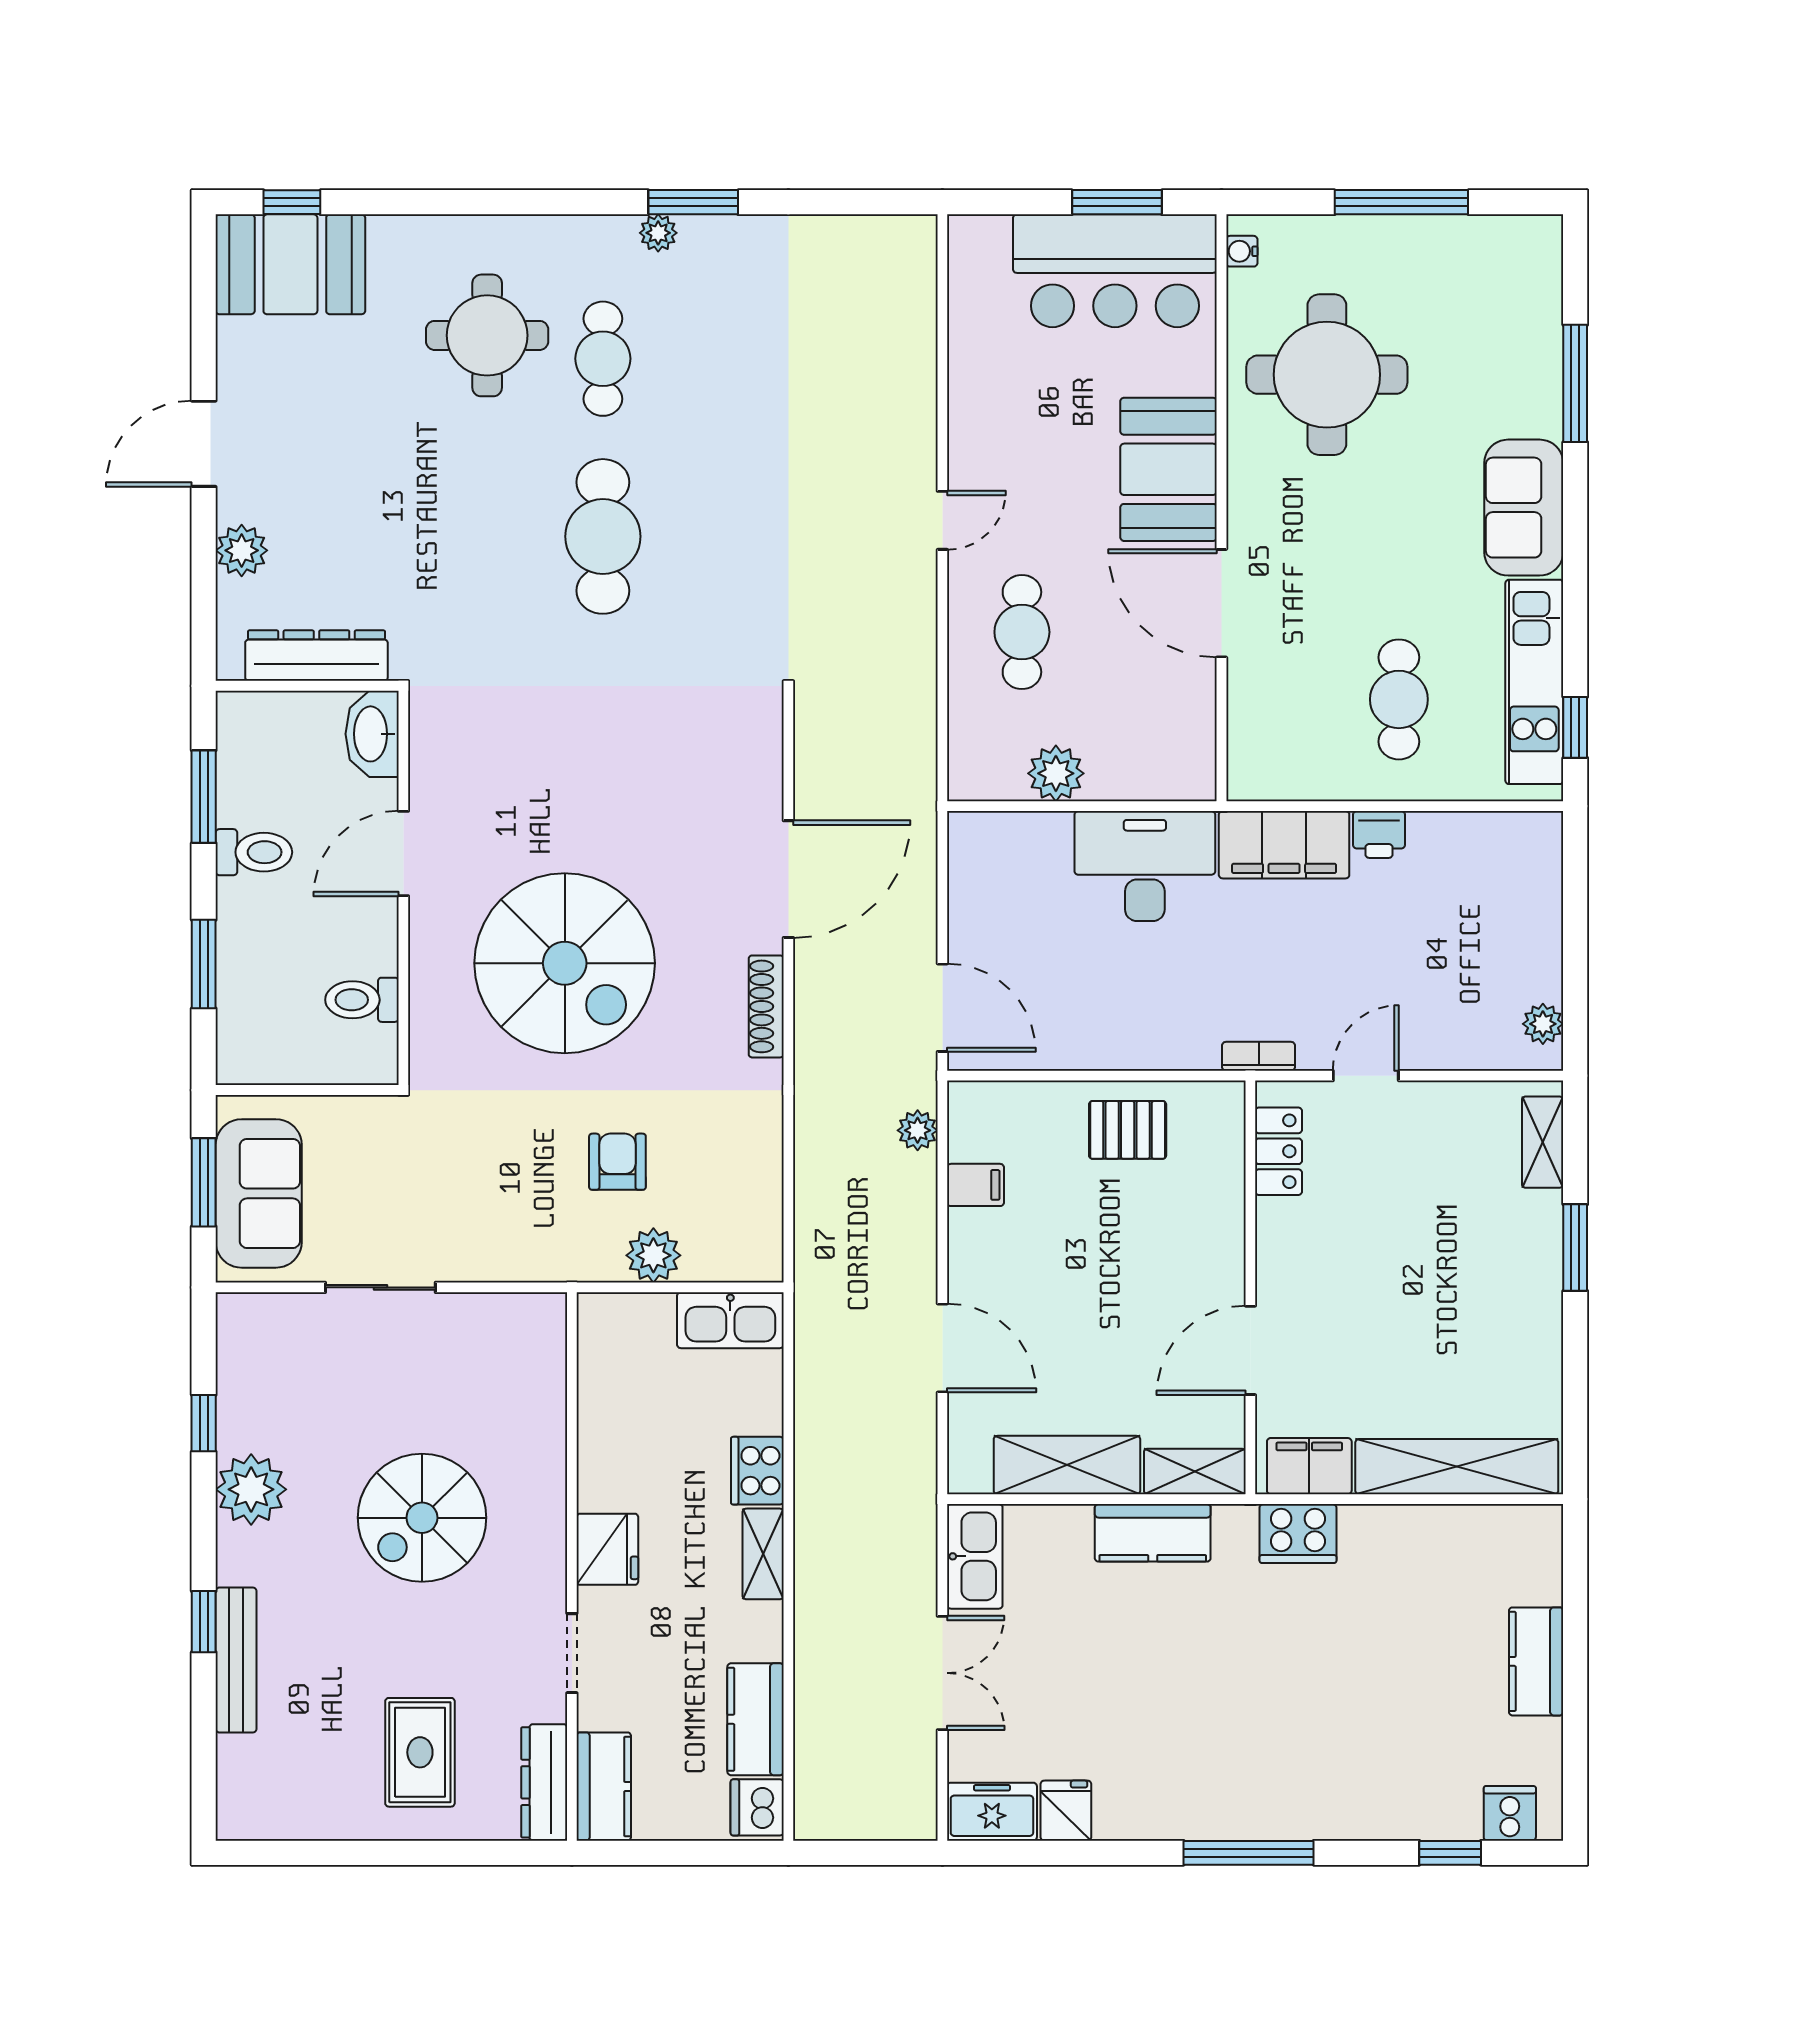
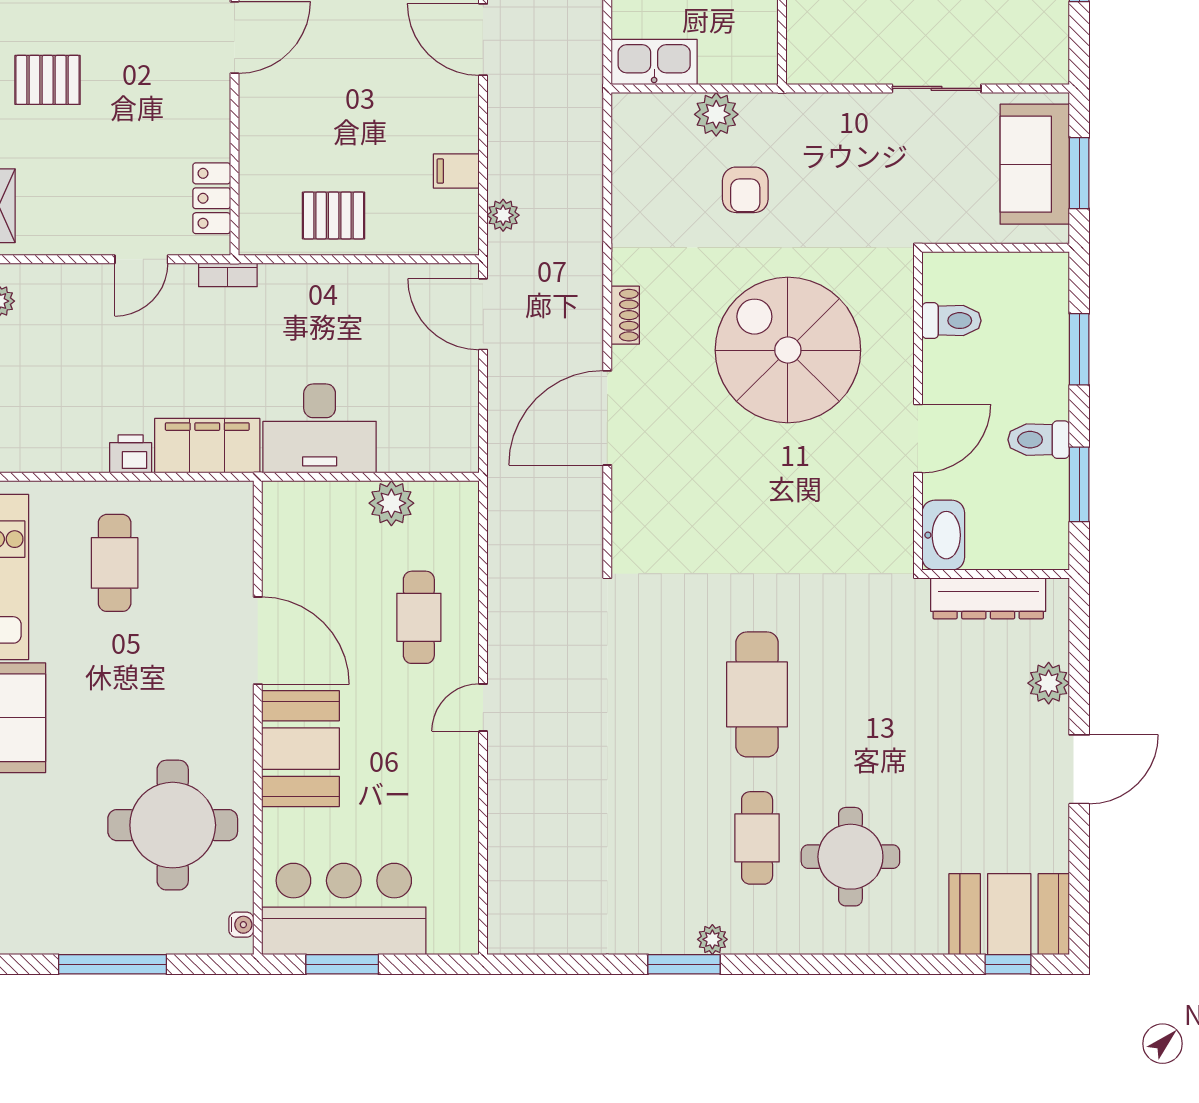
shoe rack: (766, 1006) -> (625, 315), width x0.70
pallet: (1482, 1298) -> (48, 80), added

